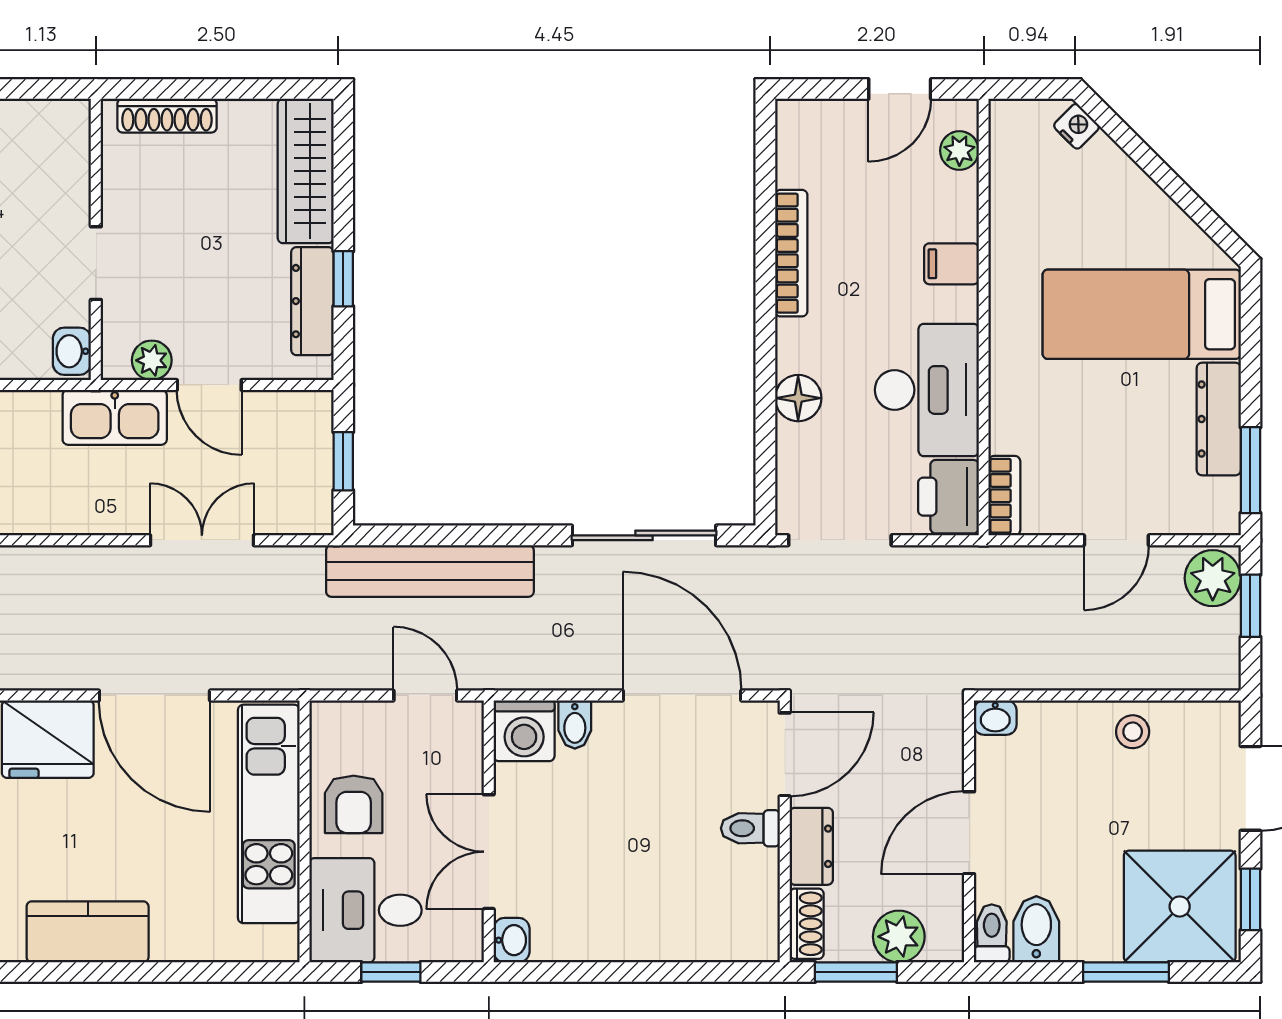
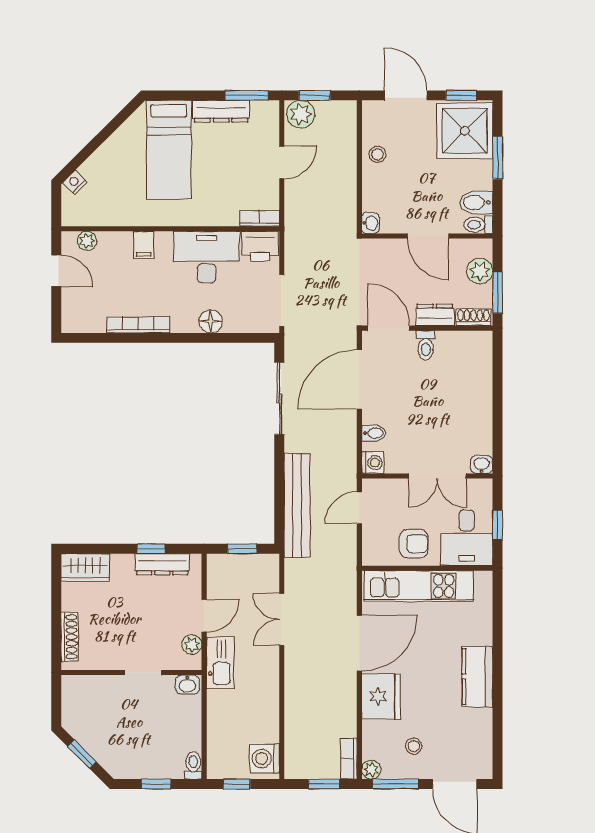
wardrobe: (306, 171) -> (85, 568), width x0.67
door: (1116, 540) -> (282, 162), hinge flipped
washing machine: (524, 731) -> (373, 463), width x0.73, depth x0.73

